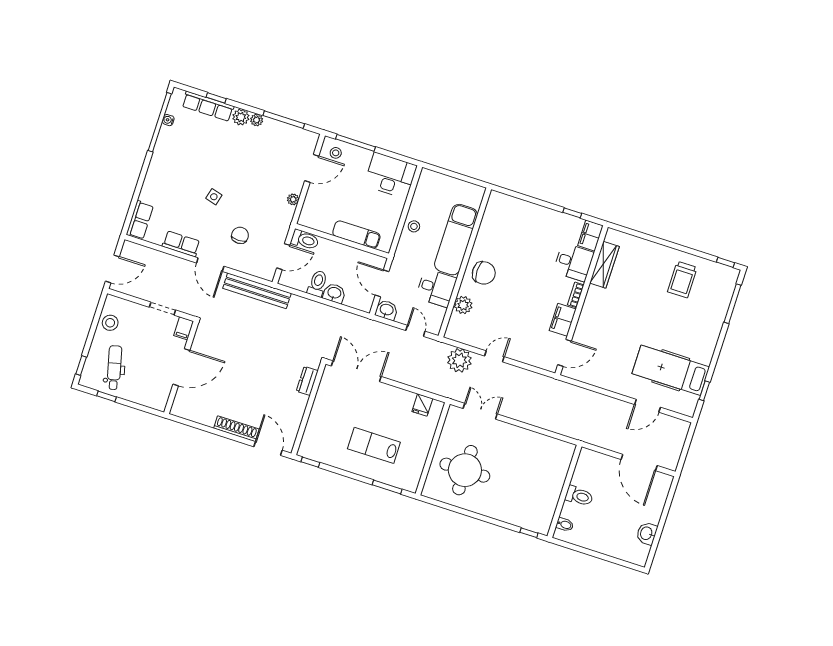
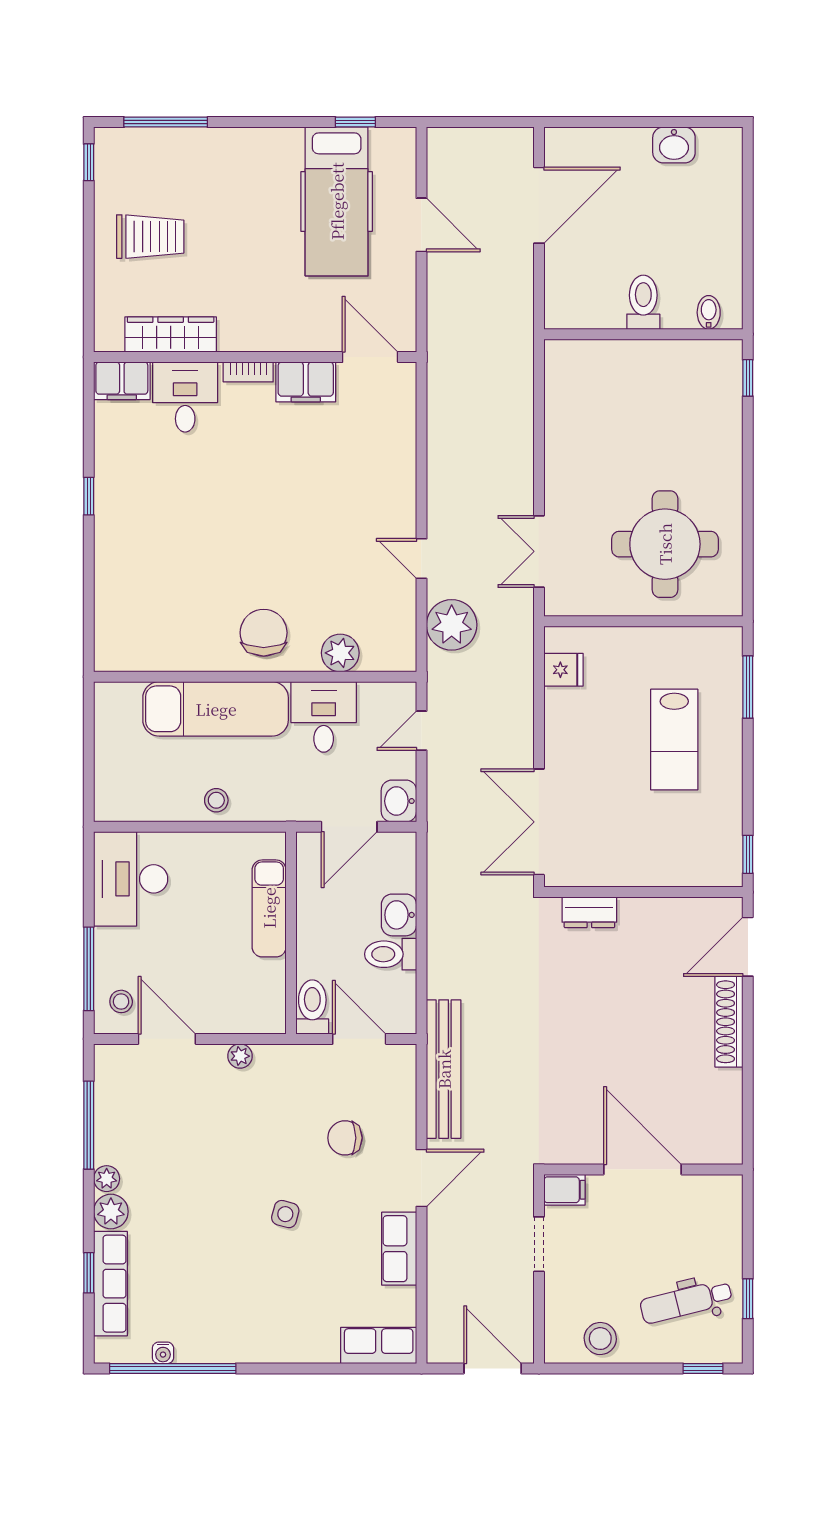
filing cabinet: (590, 236) -> (122, 381), moved
desk: (574, 262) -> (185, 397), moved
wardrobe: (604, 265) -> (171, 334), moved
bookcase: (576, 295) -> (248, 372), moved
wall: (582, 300) -> (255, 357), moved
filing cabinet: (563, 320) -> (306, 382), moved
door: (565, 353) -> (370, 357), moved

